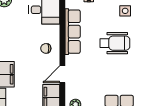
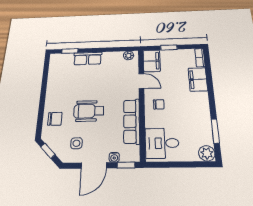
door: (62, 74) -> (141, 81), hinge flipped

